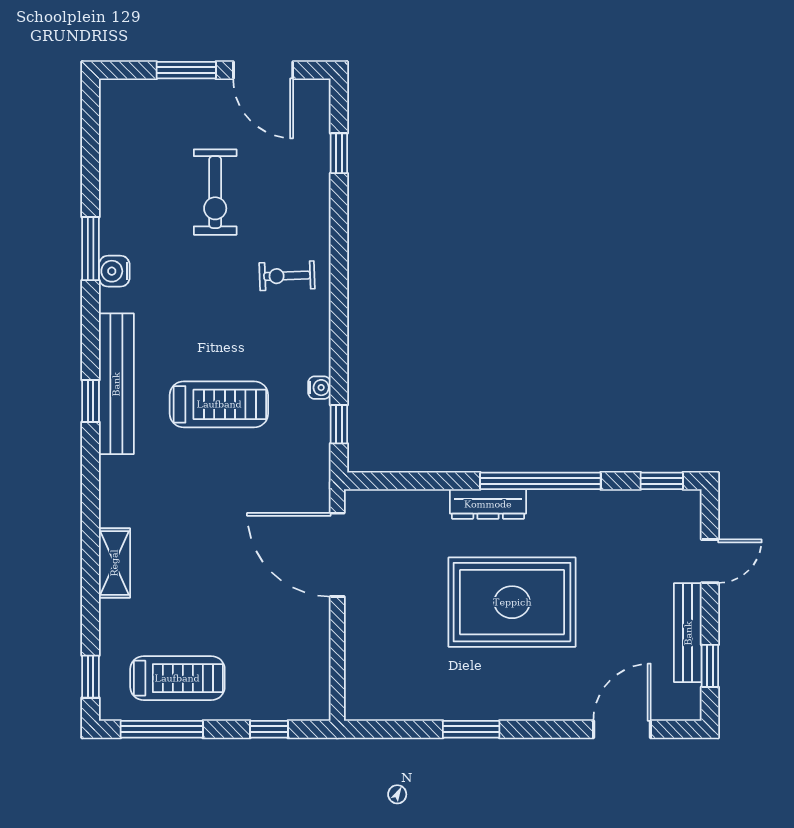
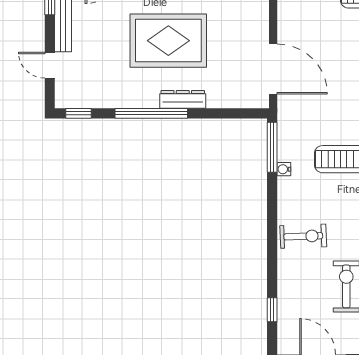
exercise bike: (287, 276) -> (303, 236), width x1.38, depth x1.39
window: (339, 424) -> (272, 147), width x2.17
door: (710, 561) -> (50, 65), hinge flipped

